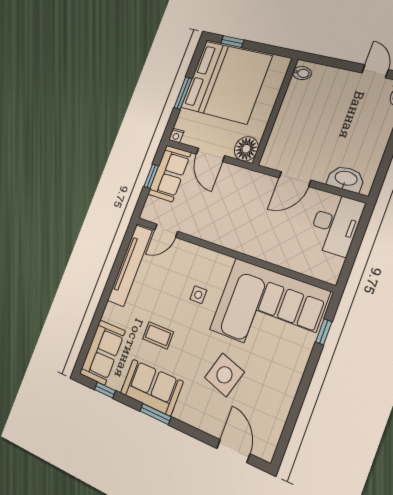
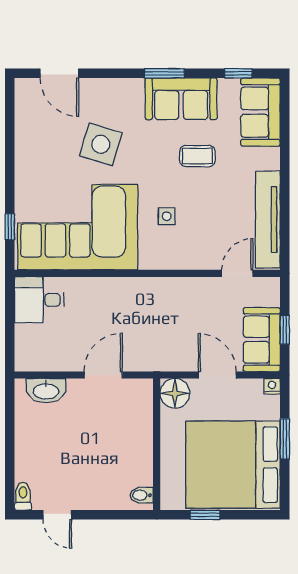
window: (232, 42) -> (205, 515), moved
desk: (335, 224) -> (39, 300), moved, width x0.73

